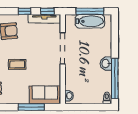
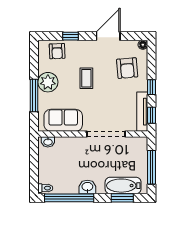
bathtub: (90, 21) -> (123, 186), moved, turned 90
window: (115, 35) -> (122, 198), added
sofa: (45, 95) -> (63, 120), moved, turned -90
plant: (20, 96) -> (48, 82), added

